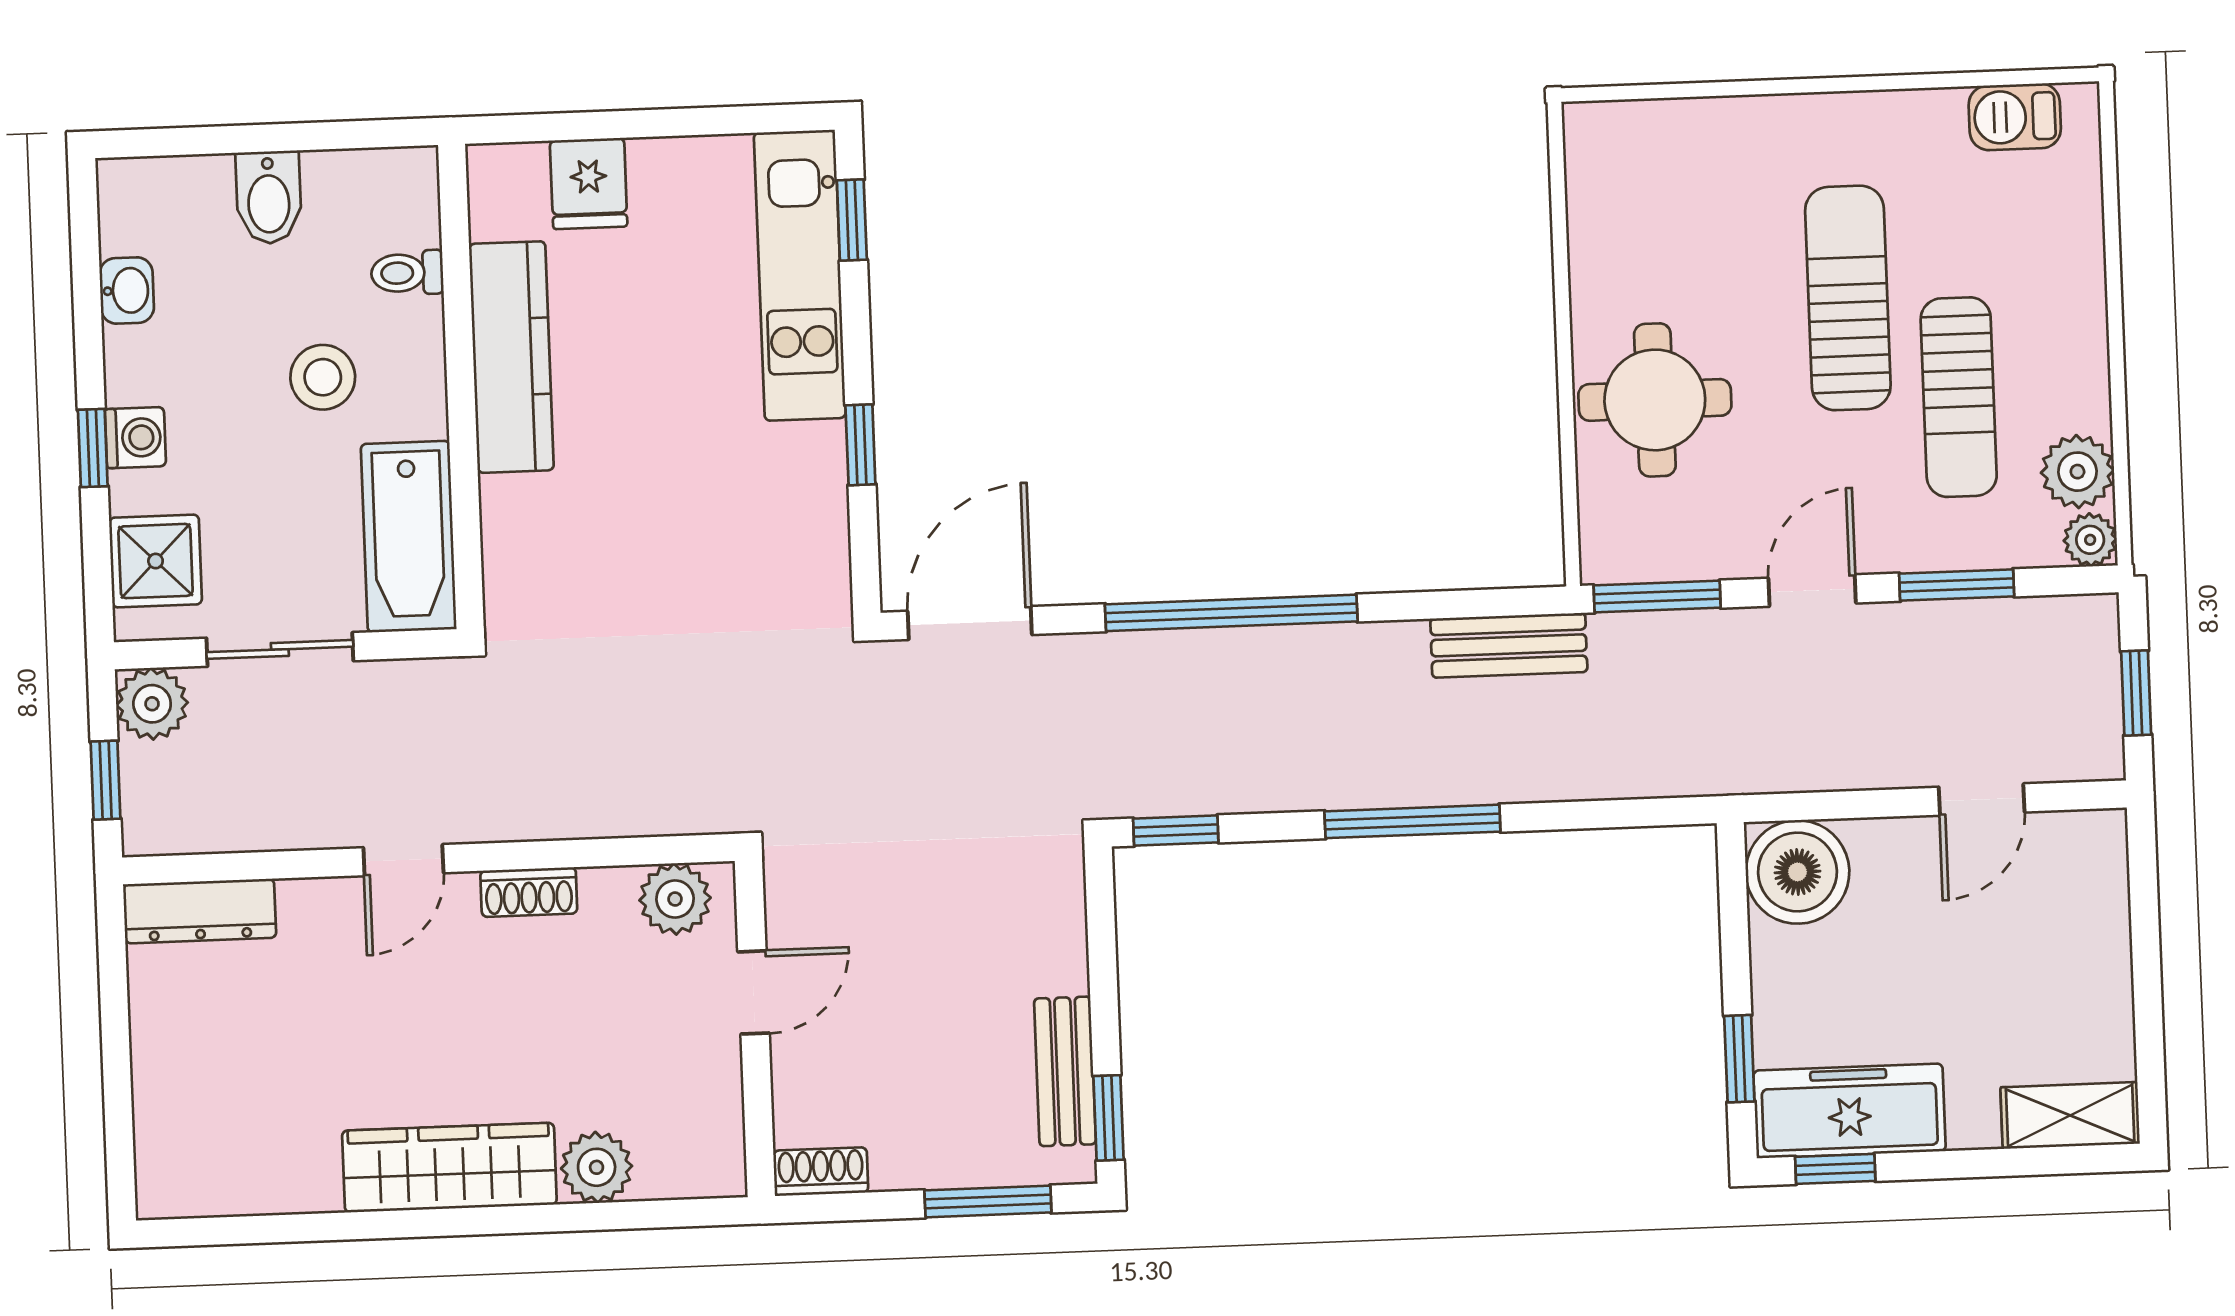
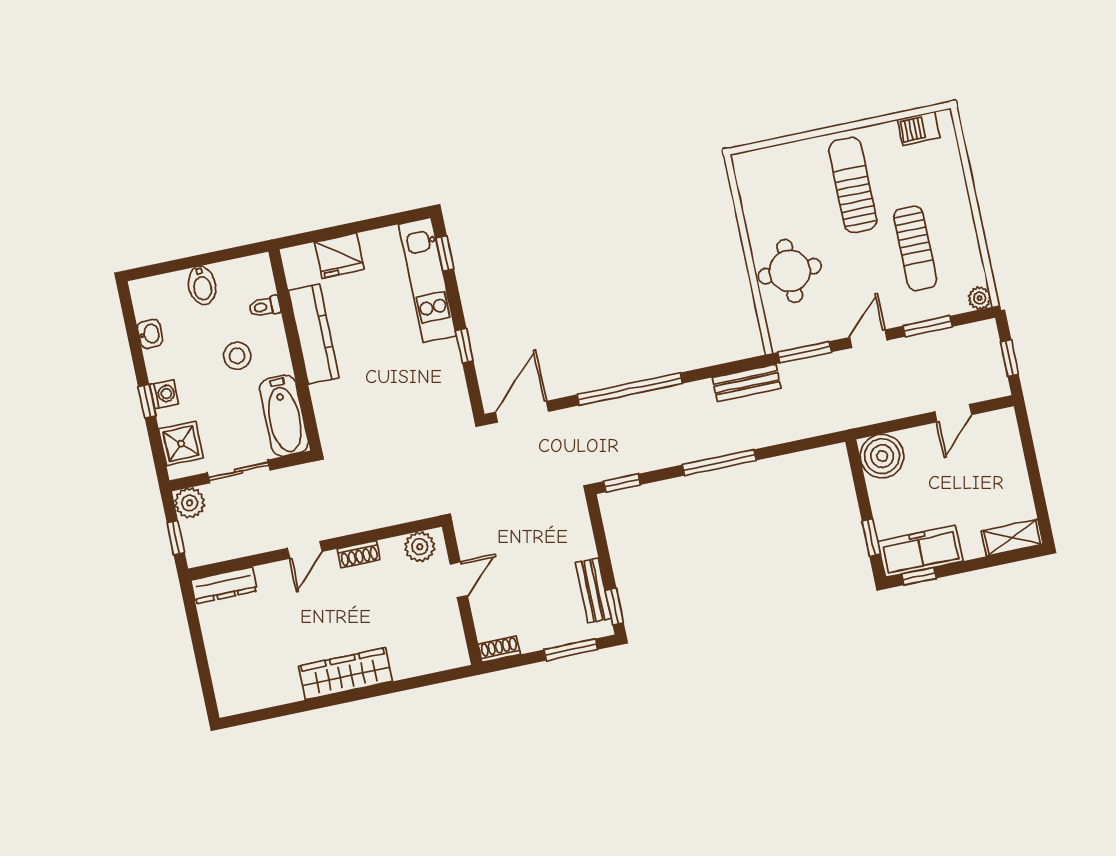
fridge: (589, 184) -> (339, 256), width x1.38
sun lounger: (1848, 298) -> (853, 185), moved
plant: (2077, 472) -> (970, 271), removed
plant: (597, 1167) -> (406, 663), removed

